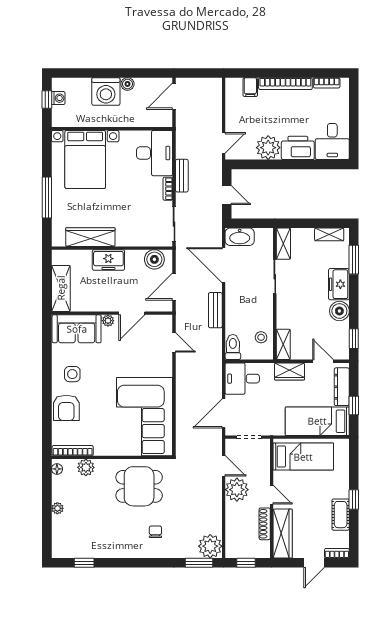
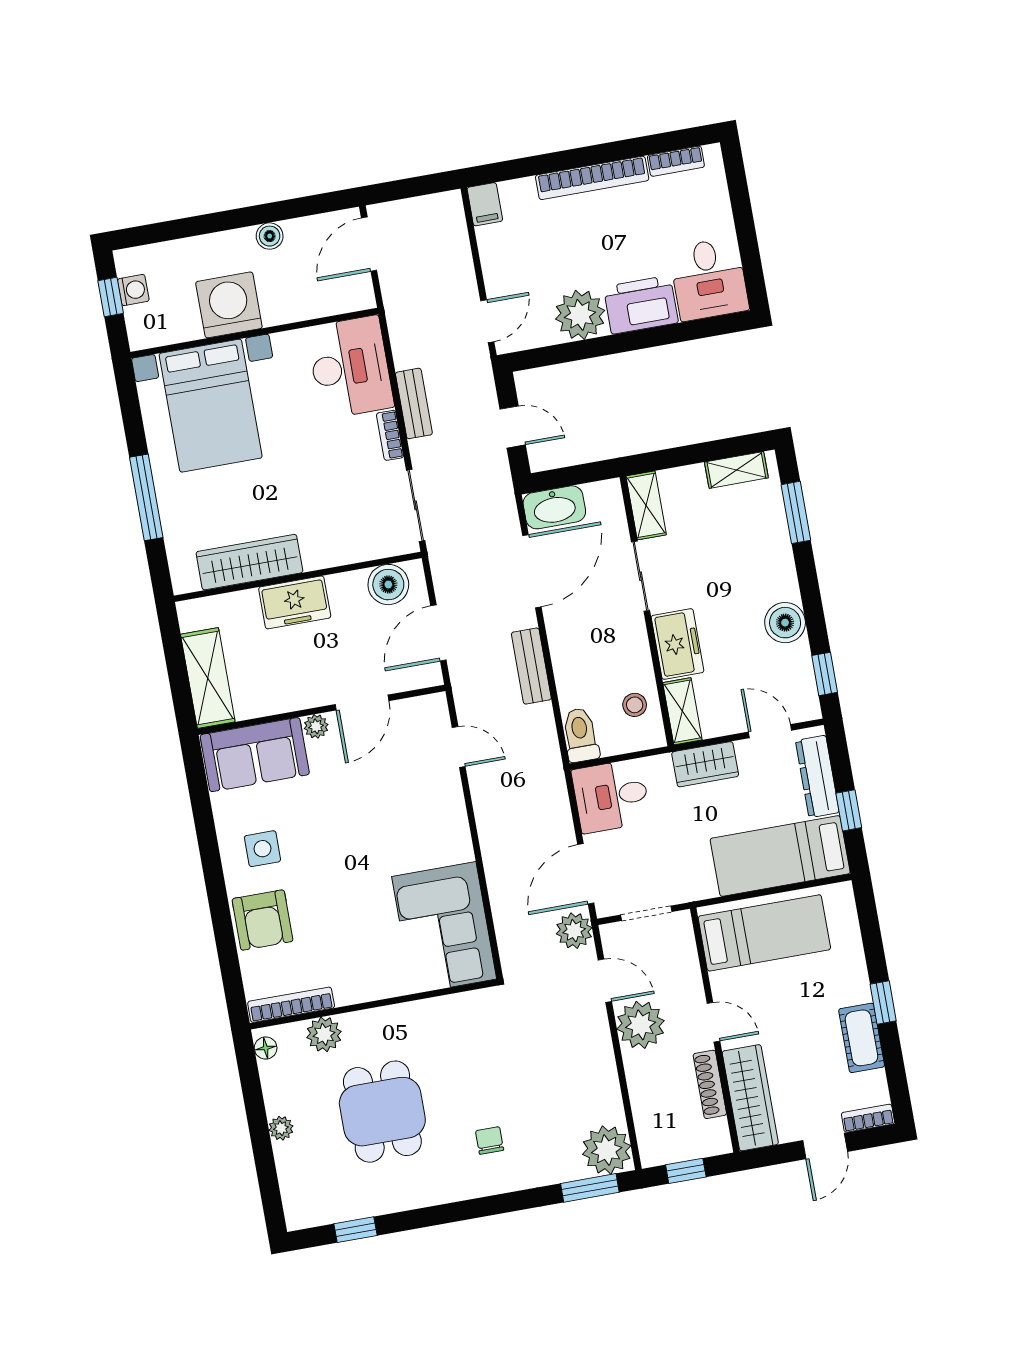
filing cabinet: (250, 87) -> (485, 204), moved
washing machine: (106, 91) -> (229, 305), moved, turned 180
door: (224, 265) -> (532, 571), swing flipped
freezer: (339, 284) -> (677, 644), moved, turned 180
corner sofa: (145, 417) -> (444, 928), width x0.73, depth x0.74
plant: (213, 439) -> (574, 931), added
dining table: (139, 486) -> (382, 1112), moved, turned 90

